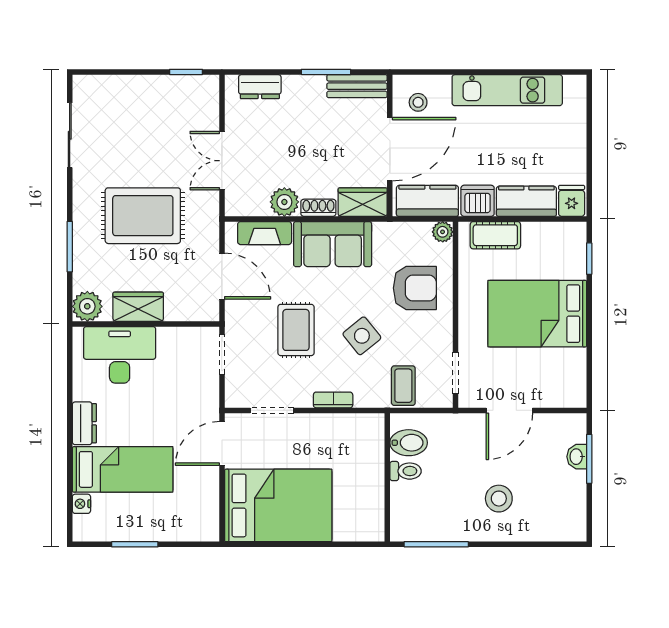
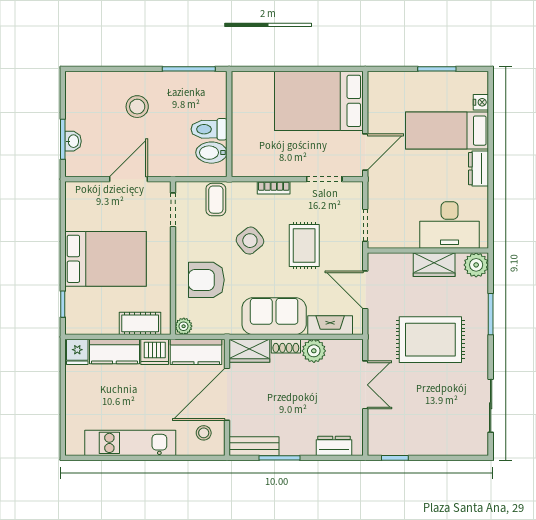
toilet: (406, 471) -> (209, 129), width x1.37, depth x1.39

